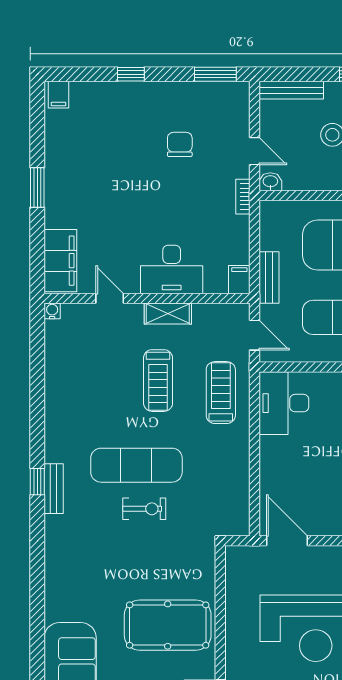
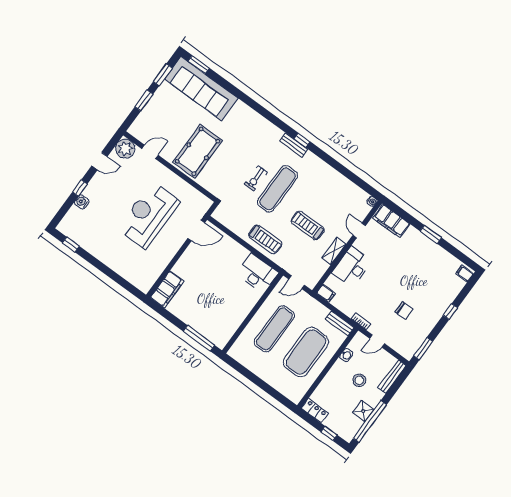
washbasin: (270, 182) -> (346, 355), moved
bench: (269, 278) -> (340, 323), moved
door: (110, 298) -> (359, 231), swing flipped
treadmill: (221, 393) -> (265, 239), moved

